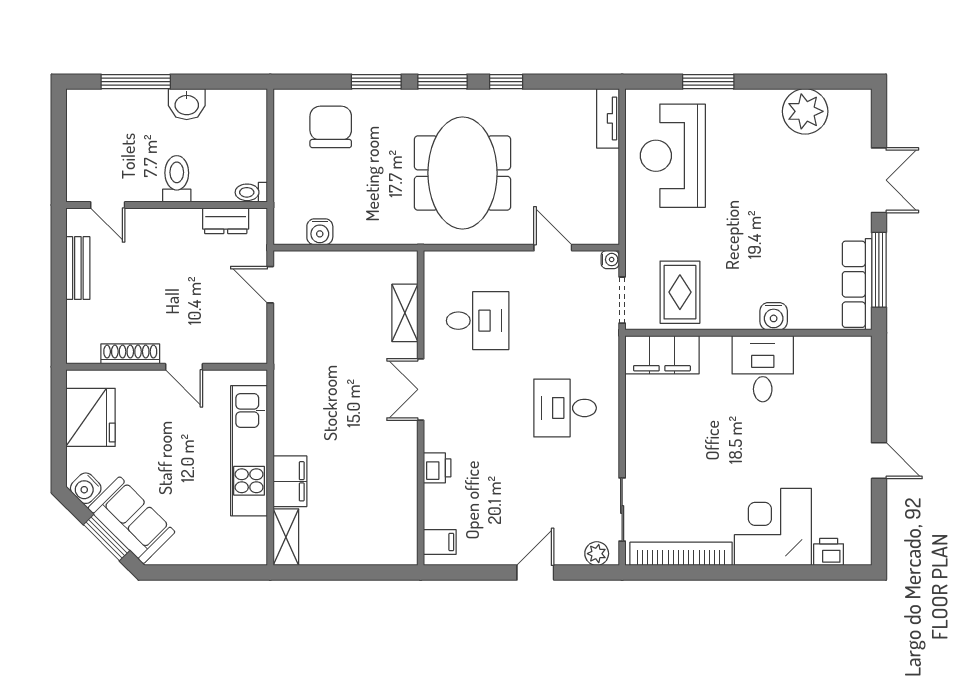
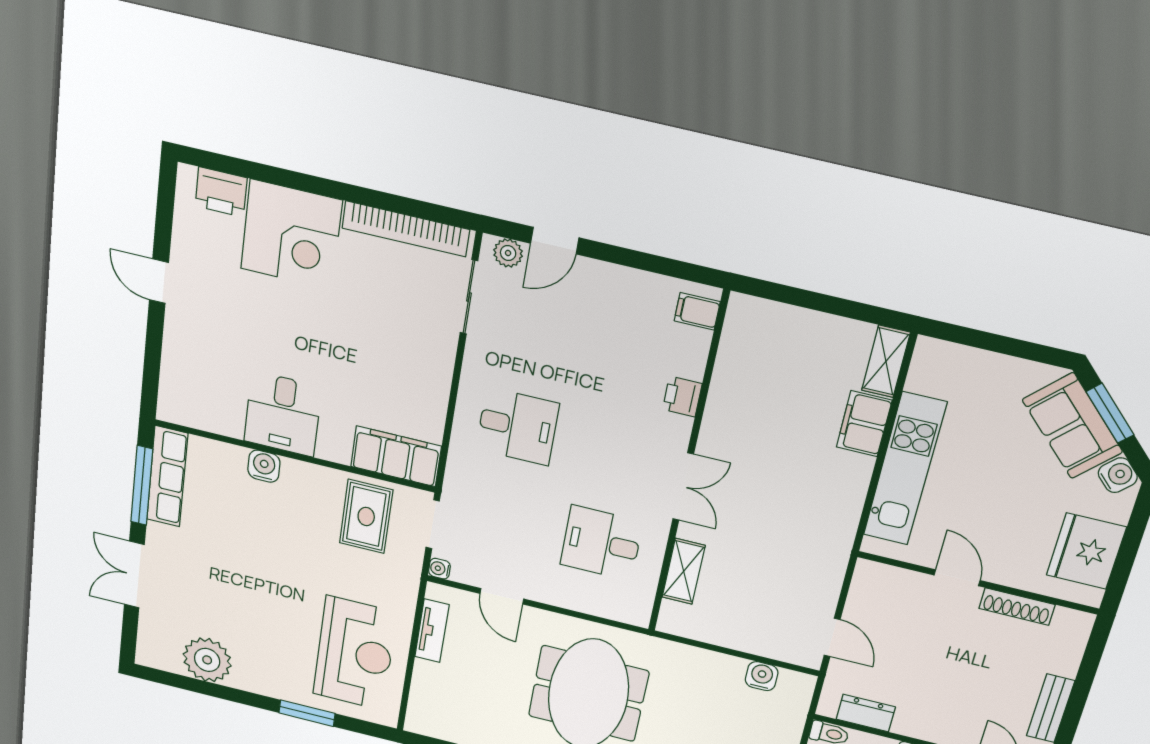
tv unit: (608, 118) -> (432, 631), moved
printer: (829, 552) -> (221, 192), width x1.36, depth x1.24
door: (535, 573) -> (555, 241), moved

